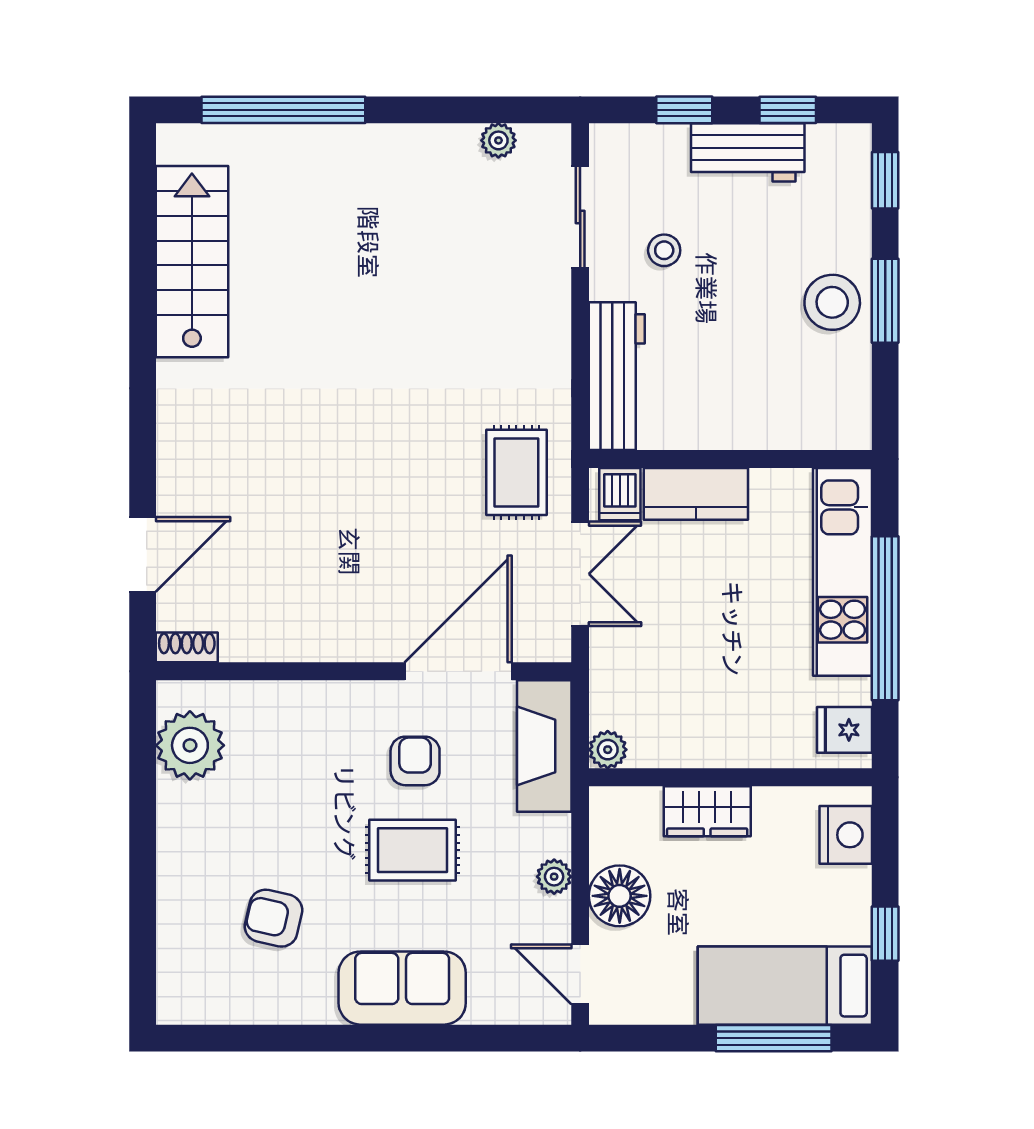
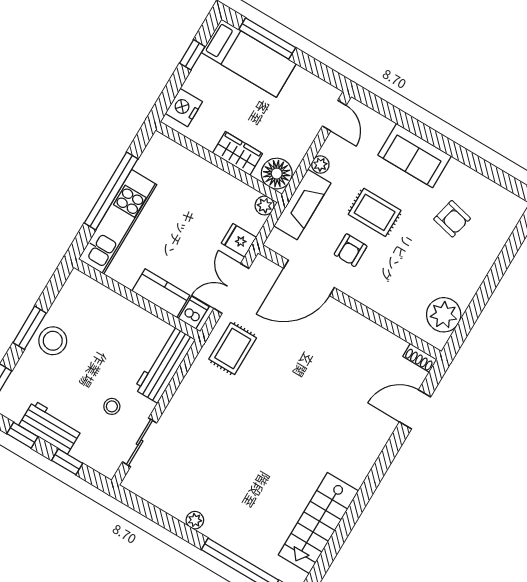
plant: (498, 140) -> (195, 520), moved
fridge: (844, 730) -> (239, 240), moved, turned 180
fireplace: (544, 746) -> (302, 204), moved
floor lamp: (620, 896) -> (277, 174), moved

